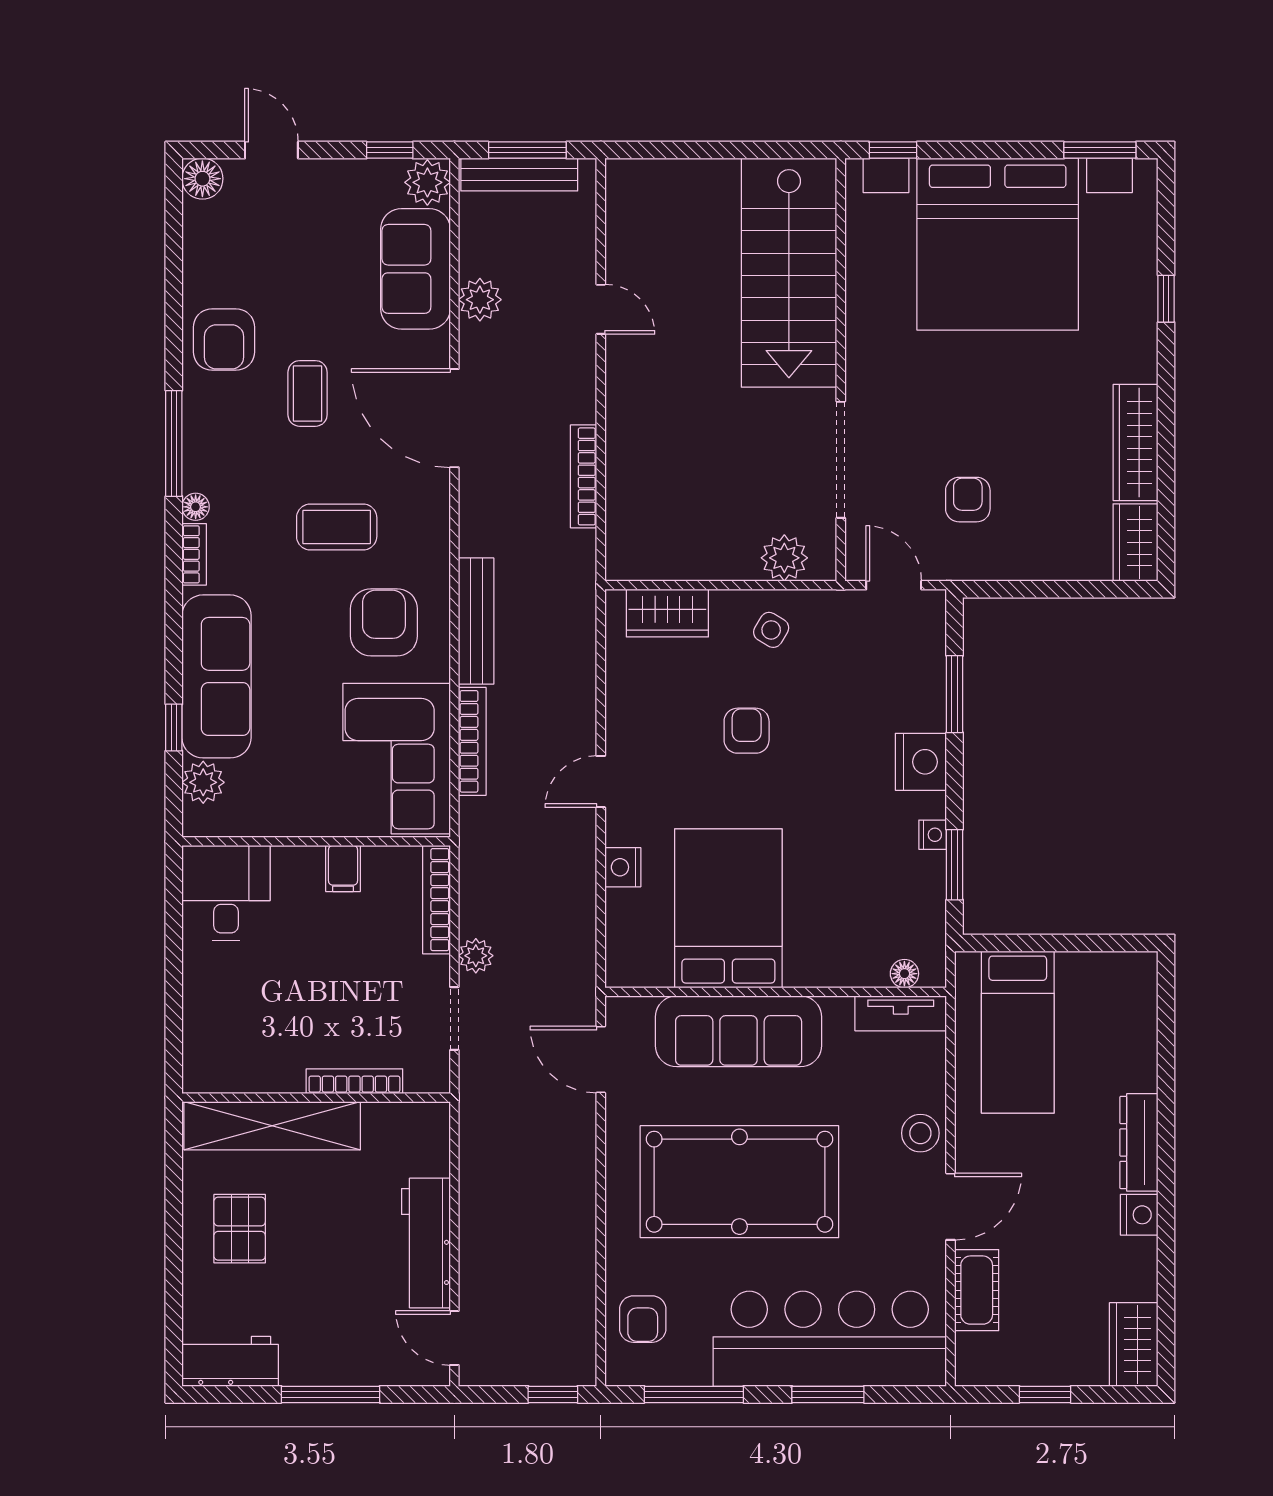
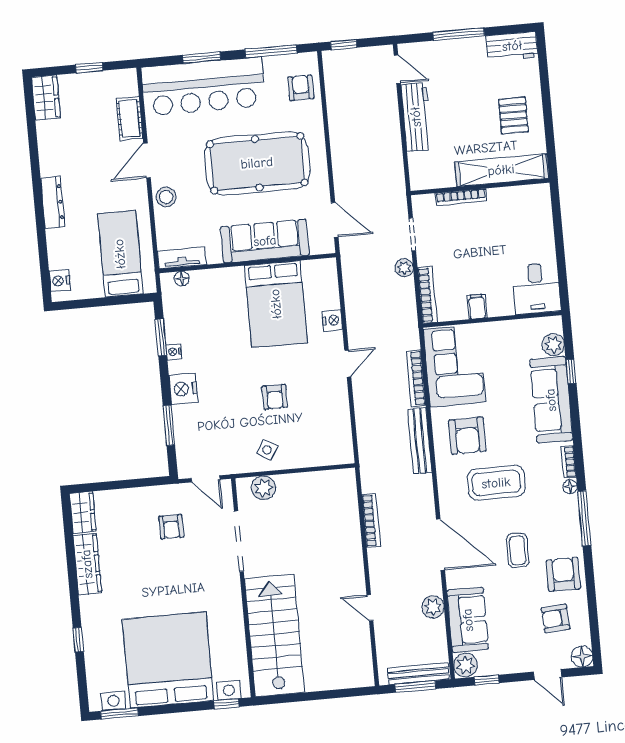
armchair: (247, 256) -> (556, 618), added
coffee table: (337, 527) -> (496, 483), width x1.36, depth x1.32
wardrobe: (667, 613) -> (321, 454), removed
nightstand: (1139, 1215) -> (60, 281), moved

